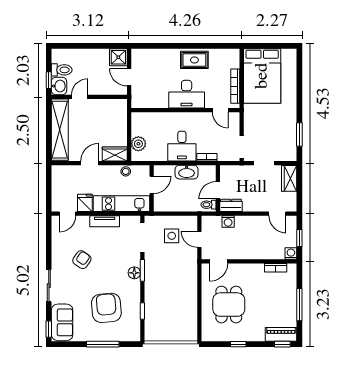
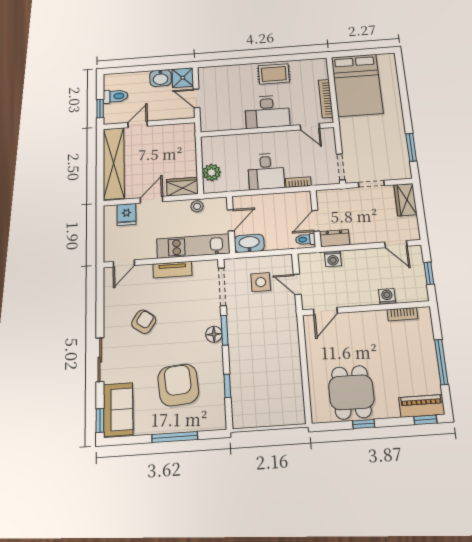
washbasin: (59, 86) -> (161, 78), moved, turned 90
washbasin: (187, 172) -> (249, 243), moved, turned 180
fridge: (85, 203) -> (126, 214), moved, turned 180
washing machine: (291, 254) -> (387, 296), moved
dining table: (229, 305) -> (351, 392), moved

